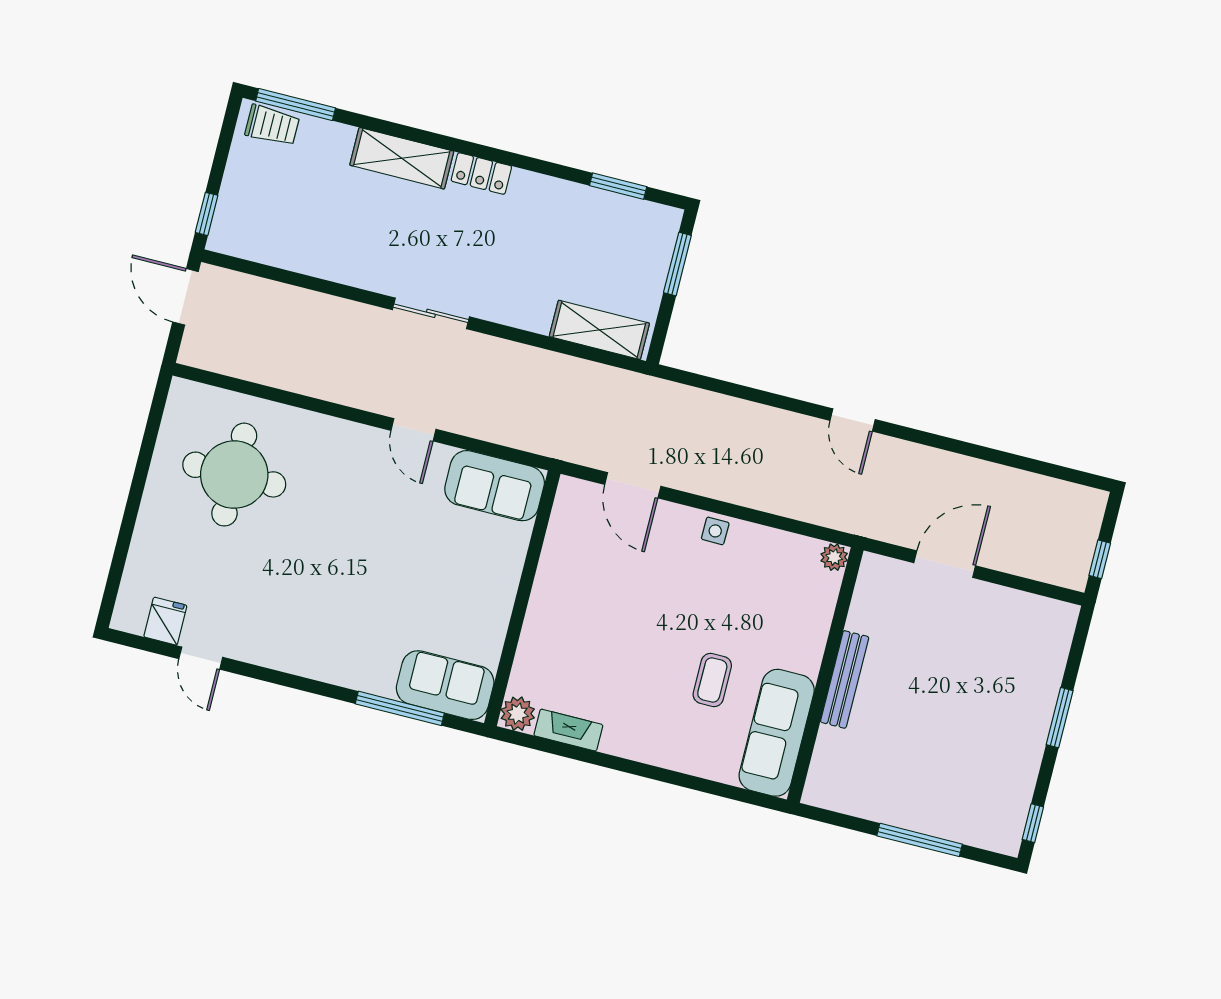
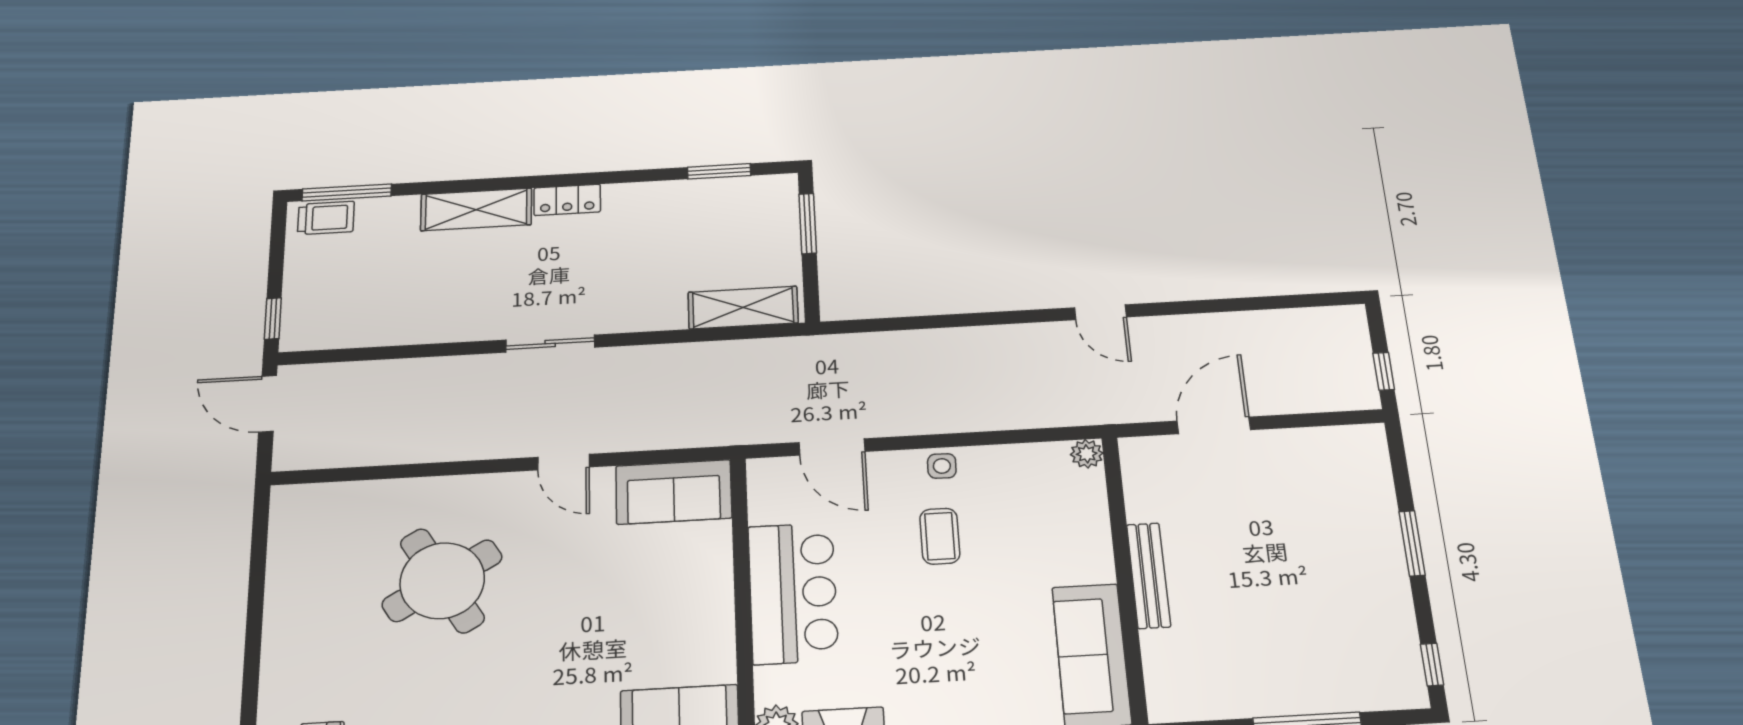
door: (853, 420) -> (1100, 312), moved
round table: (234, 475) -> (442, 581), moved, turned -31
bar counter: (563, 606) -> (793, 593), added
coffee table: (712, 680) -> (940, 536), moved

